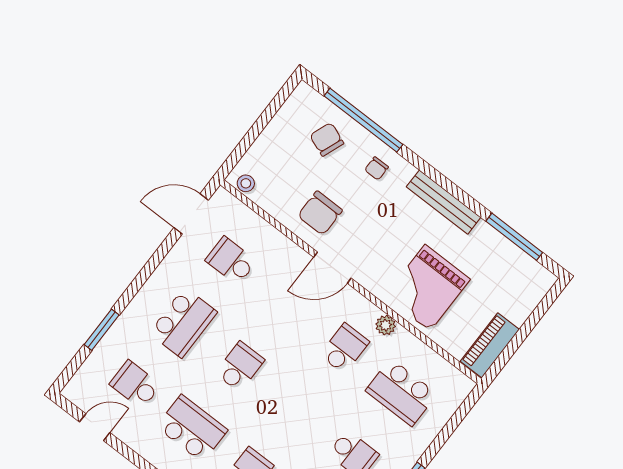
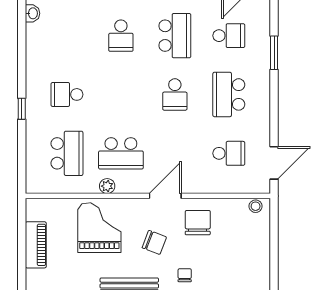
chair: (327, 139) -> (154, 242), moved
piano: (490, 345) -> (36, 245), moved
school desk: (344, 348) -> (121, 153), width x1.85
school desk: (401, 392) -> (67, 153), turned 90
school desk: (192, 428) -> (175, 36), turned -90

